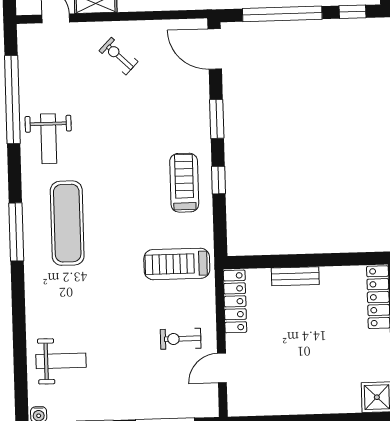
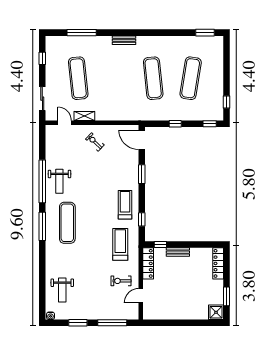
window: (282, 14) -> (175, 124), width x0.32
window: (12, 100) -> (42, 181), moved
window: (219, 180) -> (142, 219), moved
window: (259, 262) -> (160, 244), added
treadmill: (177, 264) -> (120, 244), turned 90
weight bench: (61, 361) -> (62, 290), turned 90

